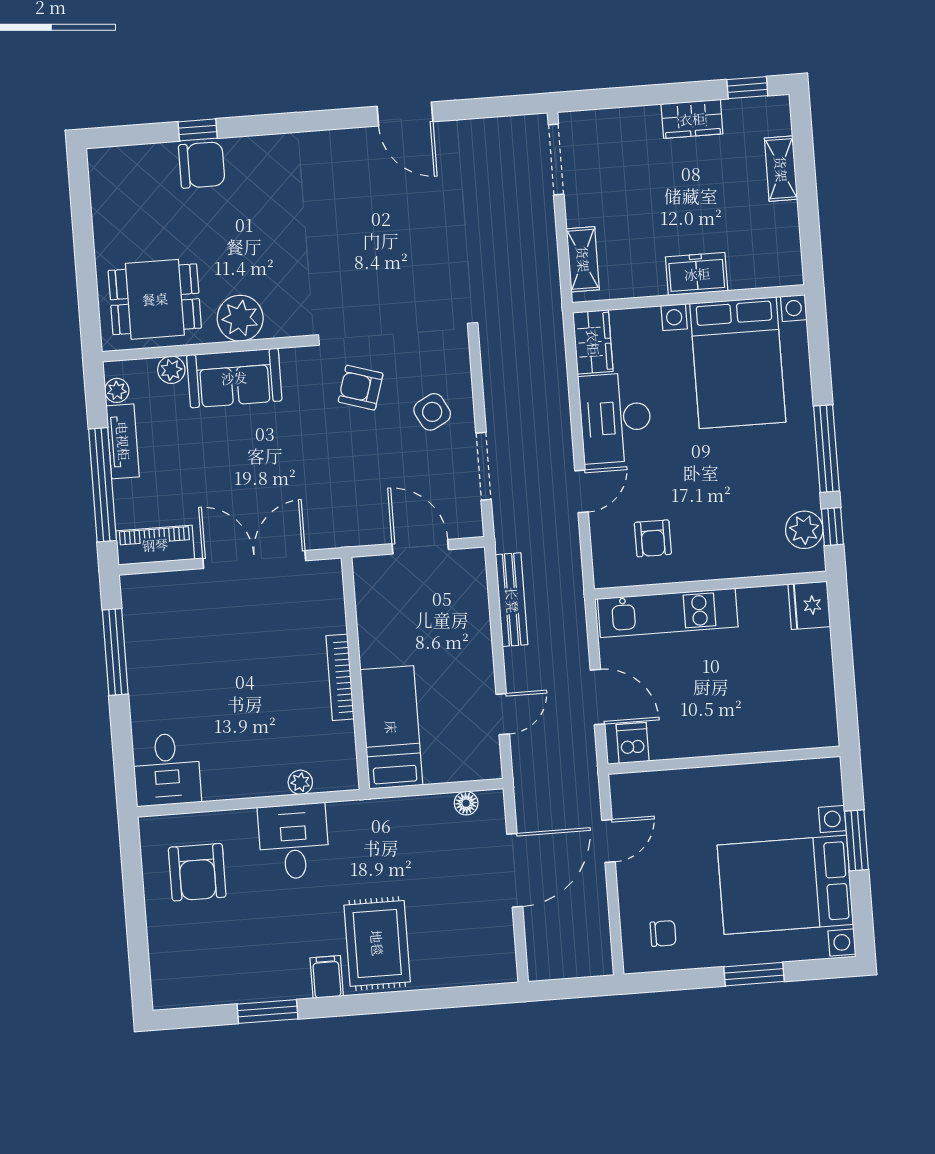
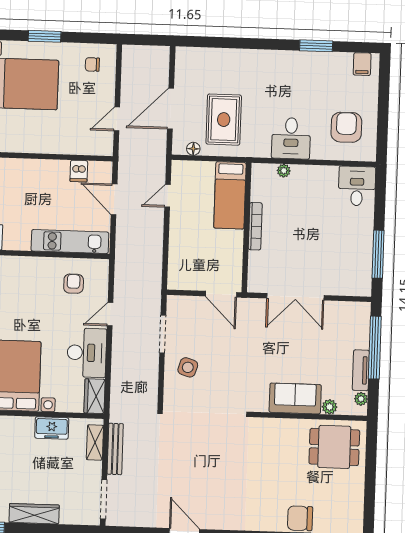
wardrobe: (692, 119) -> (34, 514), width x1.50
freezer: (697, 274) -> (52, 428), moved
plant: (240, 318) -> (288, 431), removed
armchair: (361, 388) -> (226, 385), removed
side table: (432, 412) -> (188, 367), turned 45
piano: (155, 545) -> (349, 311), removed
door: (420, 547) -> (221, 294), moved
bench: (512, 600) -> (115, 449), moved
dishwasher: (633, 743) -> (79, 171), moved
rug: (377, 943) -> (224, 120), moved
filing cabinet: (327, 977) -> (362, 64), moved

